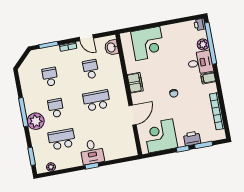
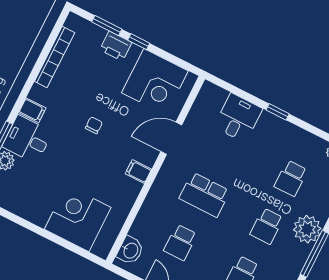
filing cabinet: (135, 83) -> (138, 172), width x0.50
school desk: (62, 139) -> (291, 178), width x0.54
desk: (92, 152) -> (238, 118), moved

